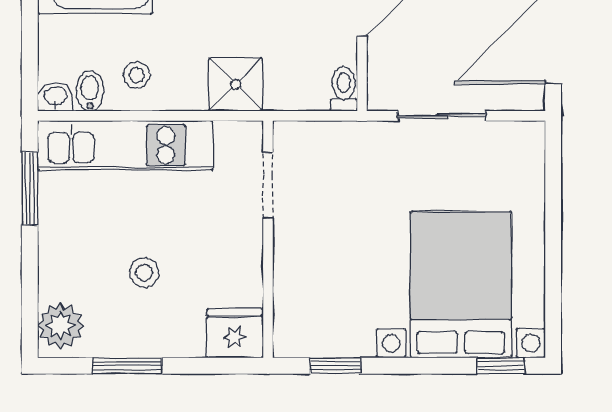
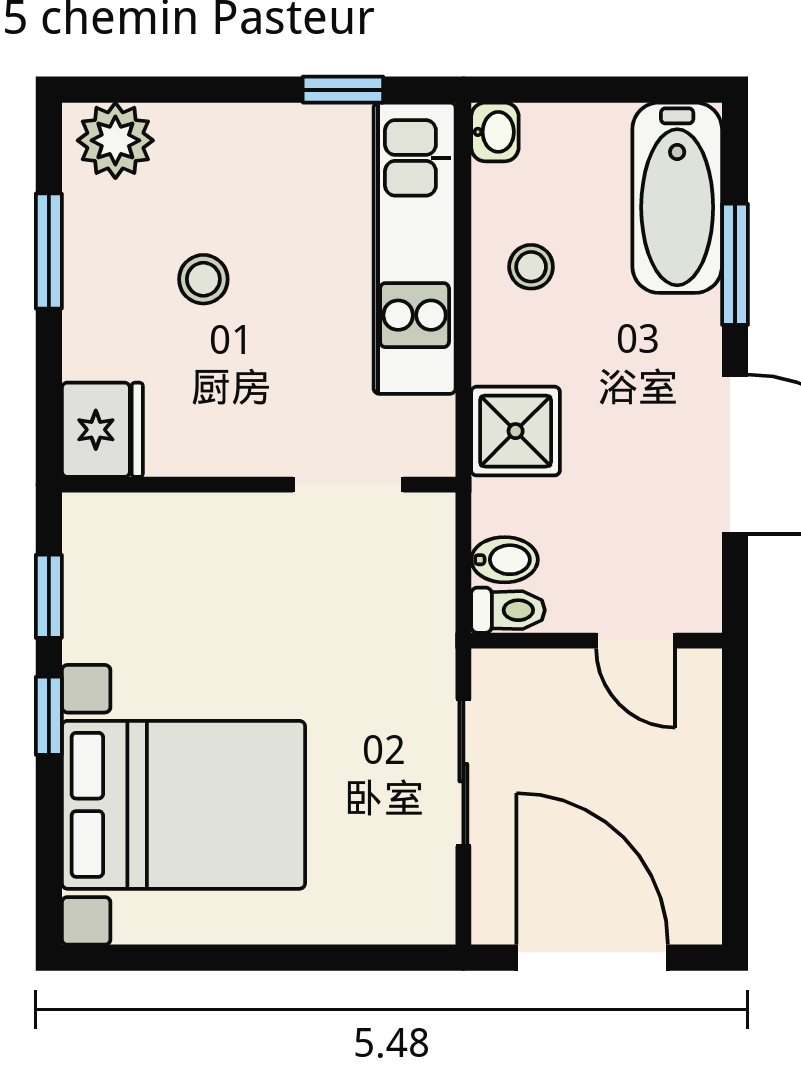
bidet: (90, 91) -> (505, 560), moved
window: (30, 188) -> (343, 90), width x0.67
window: (501, 366) -> (49, 716), moved

